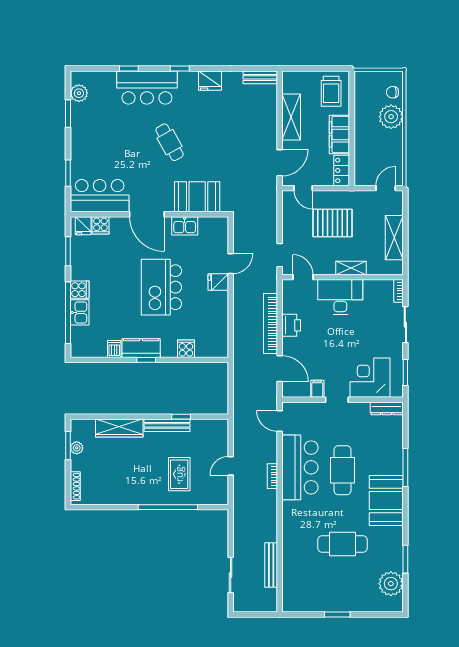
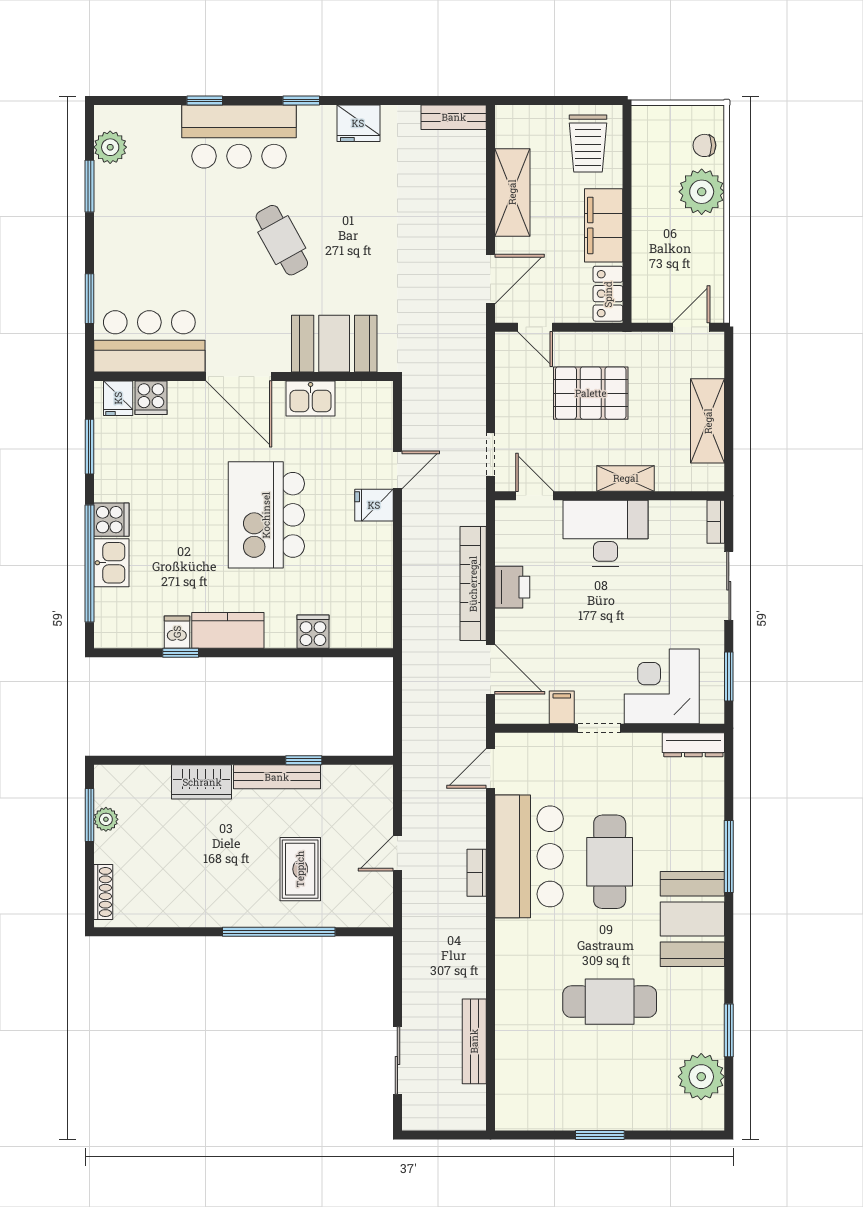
window: (146, 360) -> (181, 653), moved
door: (280, 421) -> (490, 768), hinge flipped
wardrobe: (119, 428) -> (202, 782), width x0.67

